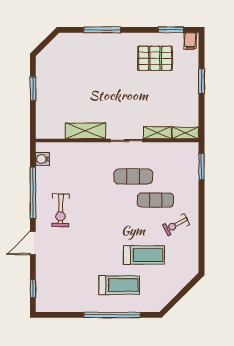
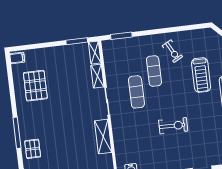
window: (171, 30) -> (10, 75), removed
pallet: (81, 46) -> (33, 149), added
window: (202, 81) -> (77, 41), moved
exercise bike: (61, 210) -> (173, 126), moved
treadmill: (144, 255) -> (201, 75), turned 180

